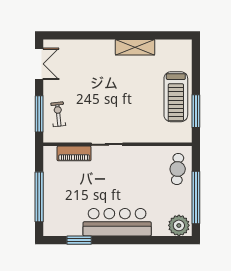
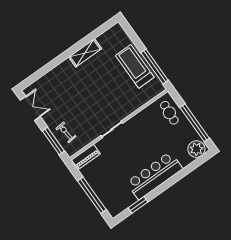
treadmill: (176, 97) -> (135, 66), turned 180
window: (196, 111) -> (155, 66), width x1.46
piano: (74, 153) -> (86, 157), moved

